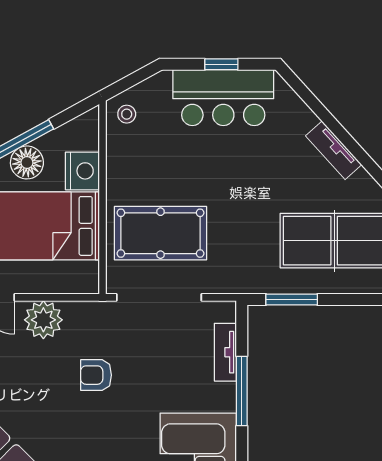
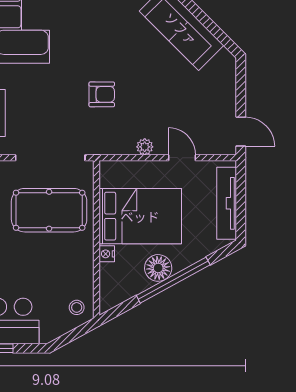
nightstand: (82, 171) -> (107, 254), width x0.53, depth x0.56
plant: (43, 320) -> (145, 147), width x0.53, depth x0.53

